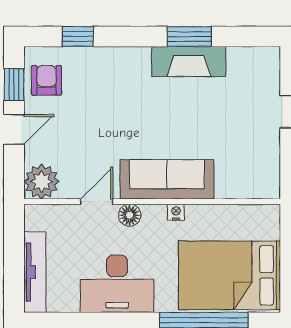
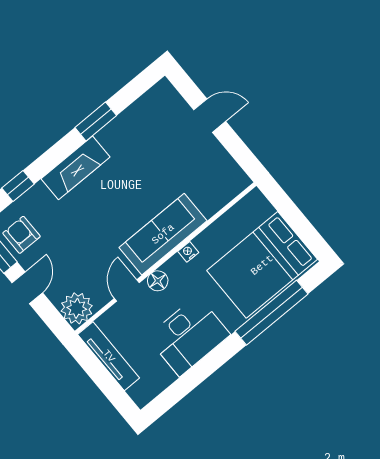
fireplace: (189, 62) -> (75, 168), moved
tv unit: (35, 272) -> (109, 356), moved

